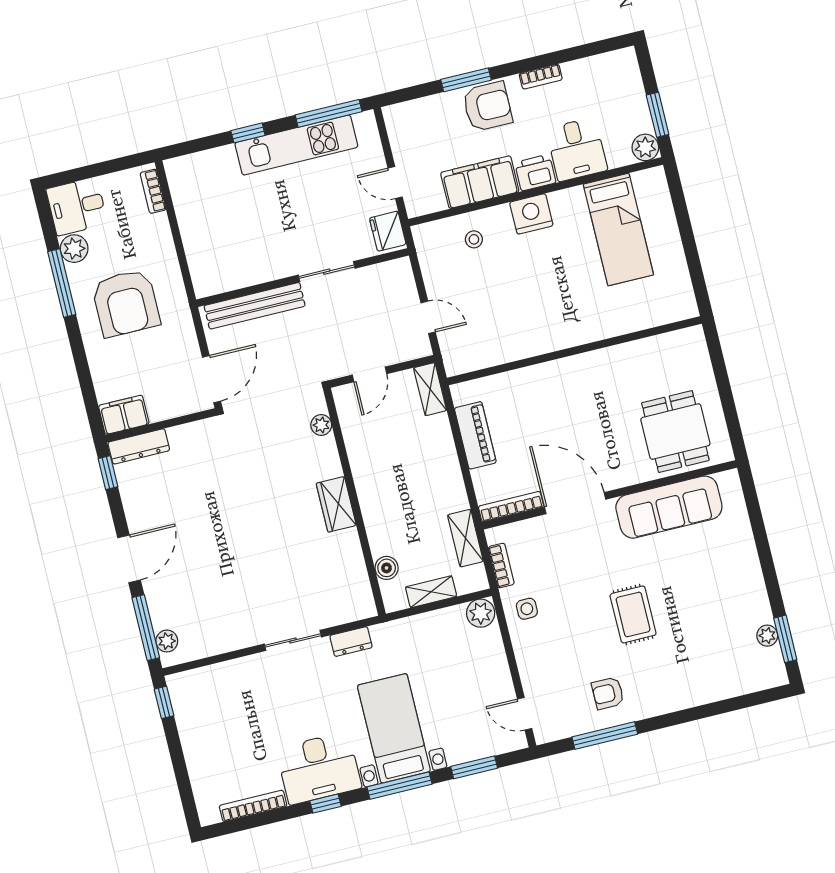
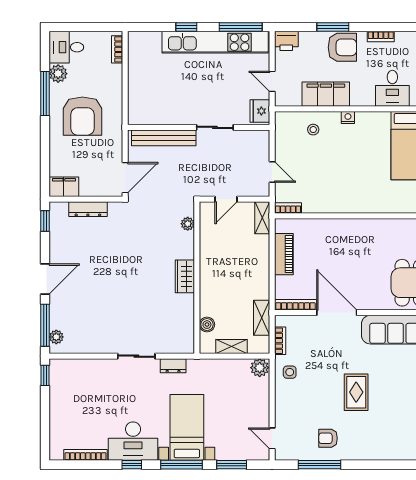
kitchen unit: (296, 145) -> (215, 42), width x1.36
printer: (535, 173) -> (286, 41), moved, turned 180
nightstand: (531, 214) -> (348, 117), width x0.53, depth x0.56
bookcase: (465, 365) -> (288, 208), added
dresser: (139, 446) -> (88, 209), moved

